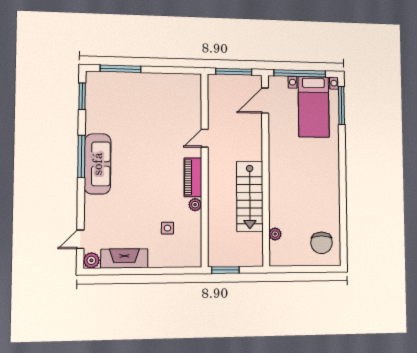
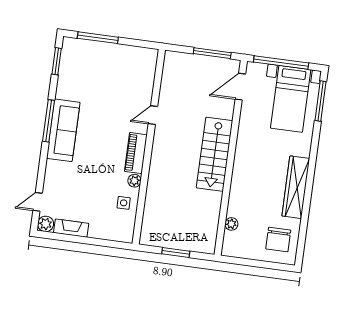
door: (205, 138) -> (153, 115), moved
wall: (205, 170) -> (149, 147), moved
piano: (193, 177) -> (136, 153), moved
wardrobe: (331, 190) -> (296, 187), added
stairs: (250, 196) -> (215, 154), moved
plant: (195, 205) -> (134, 181), moved
fireplace: (124, 258) -> (71, 228), width x0.73, depth x0.76

